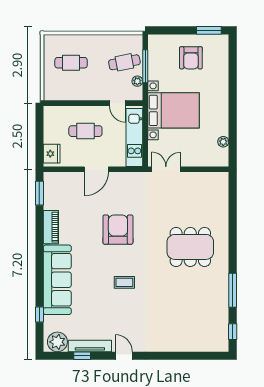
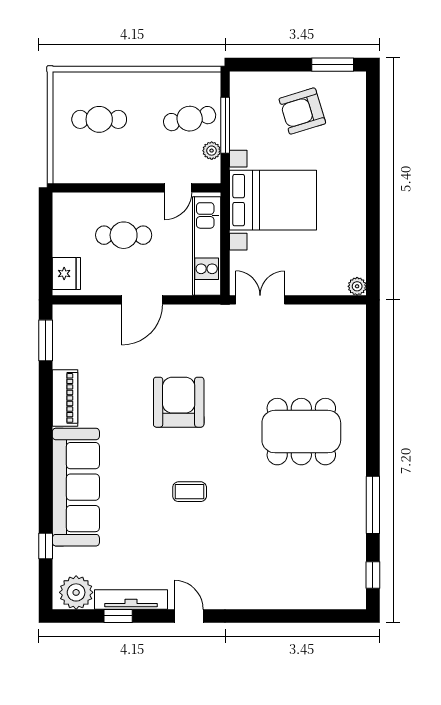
armchair: (191, 58) -> (302, 111), turned 73
door: (117, 103) -> (178, 188), hinge flipped
plant: (223, 142) -> (357, 286), moved

